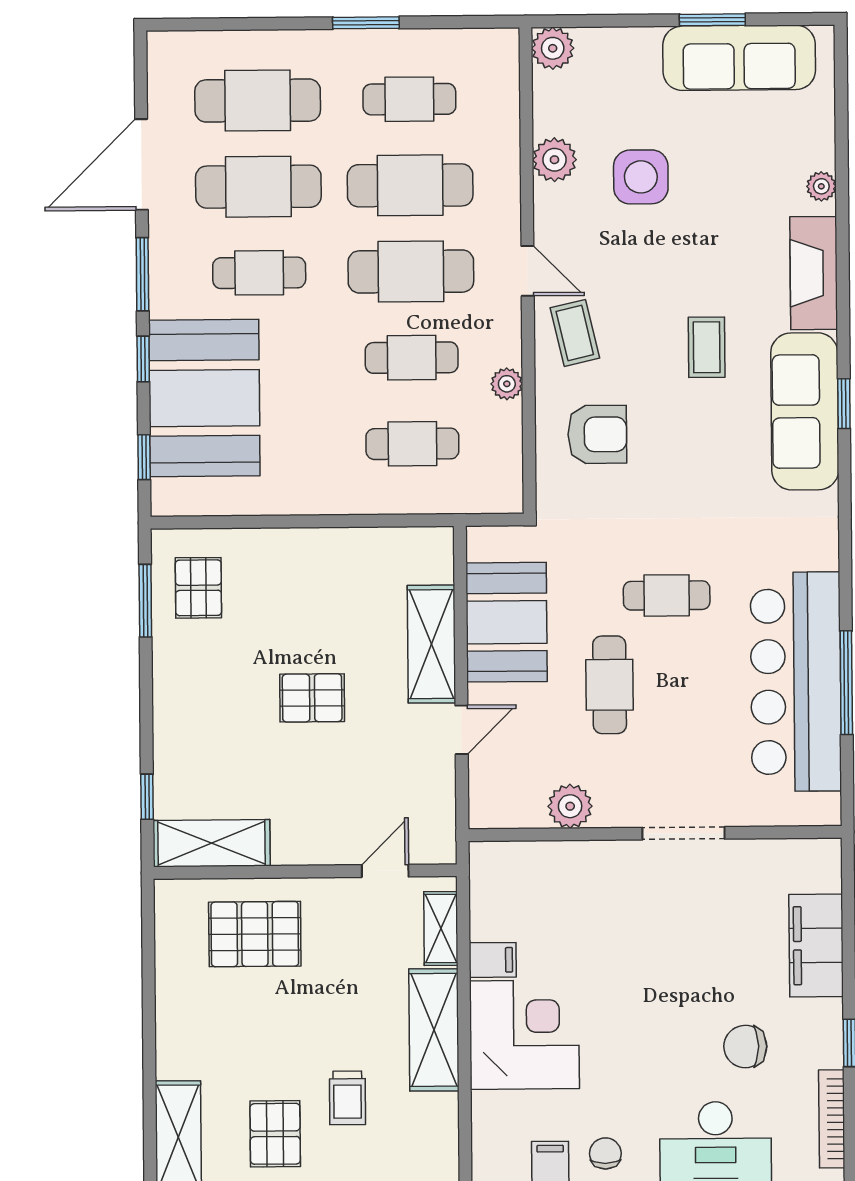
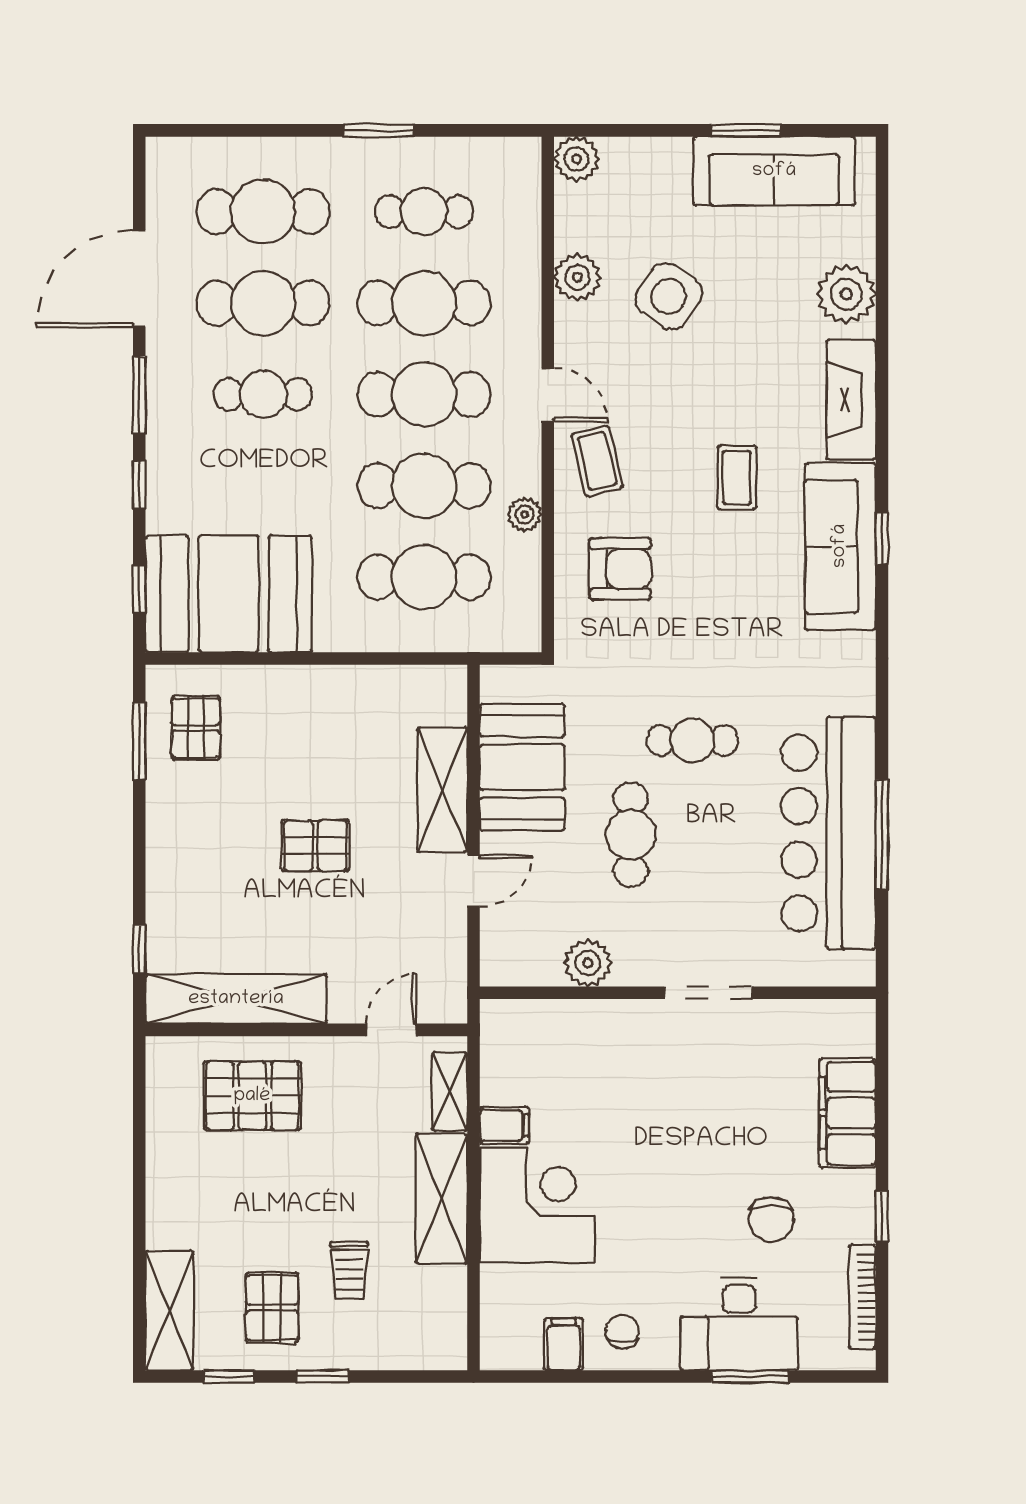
side table: (641, 177) -> (669, 296), turned 35
plant: (821, 186) -> (846, 294), width x1.88, depth x1.88
cafe table: (412, 358) -> (424, 486), width x1.37, depth x1.35
booth: (204, 398) -> (229, 594), moved, turned 90
cafe table: (412, 444) -> (424, 577), width x1.37, depth x1.35
shelving: (212, 843) -> (236, 999), width x1.47
chair: (745, 1047) -> (771, 1219), turned -90

